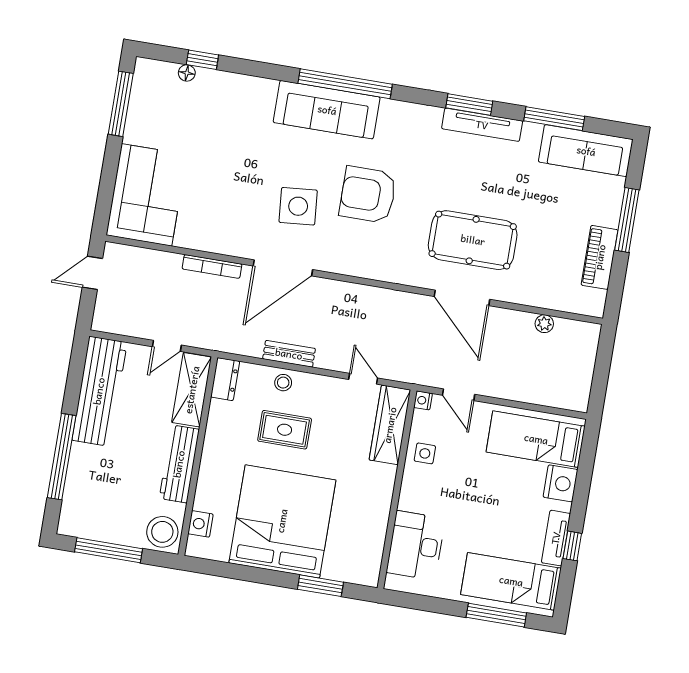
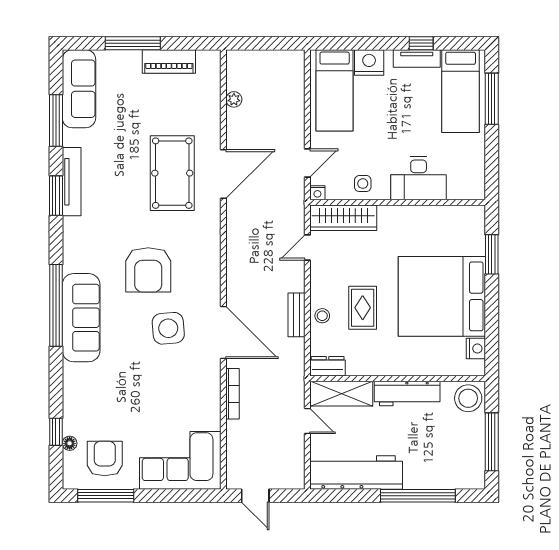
armchair: (163, 110) -> (105, 458), added
nightstand: (200, 524) -> (476, 349), moved, turned -90
desk: (416, 545) -> (419, 178), moved

